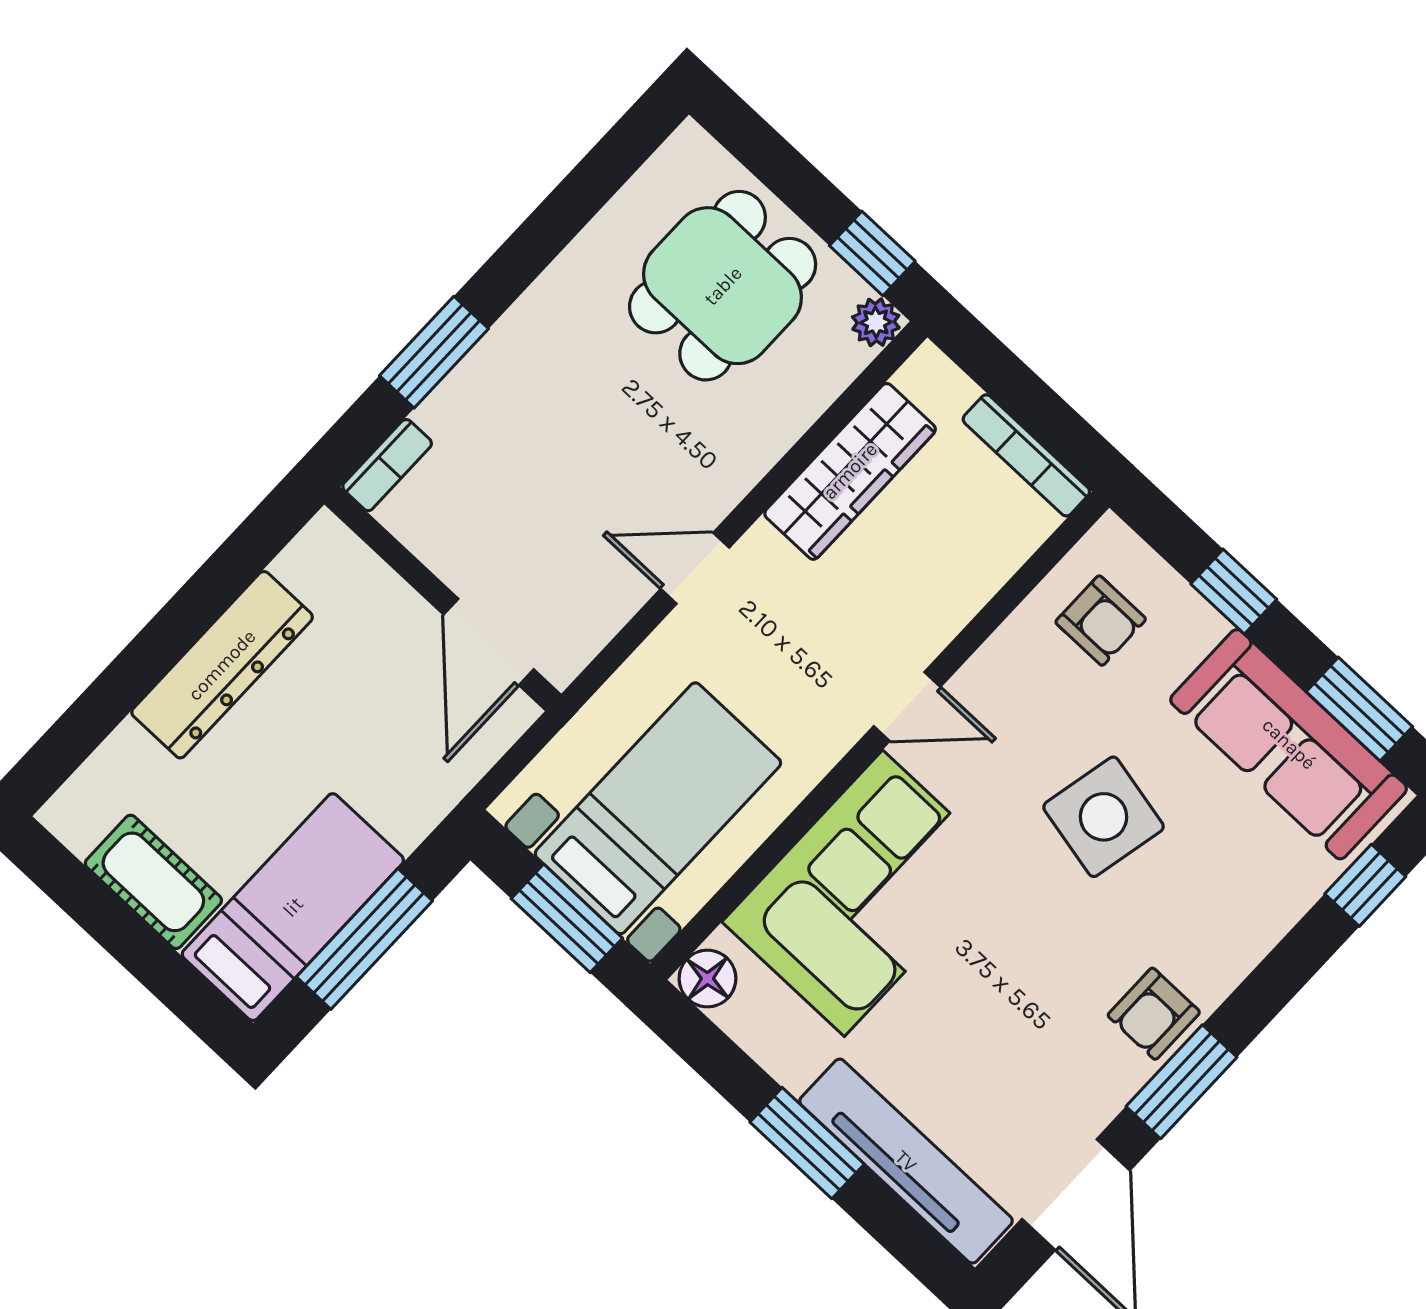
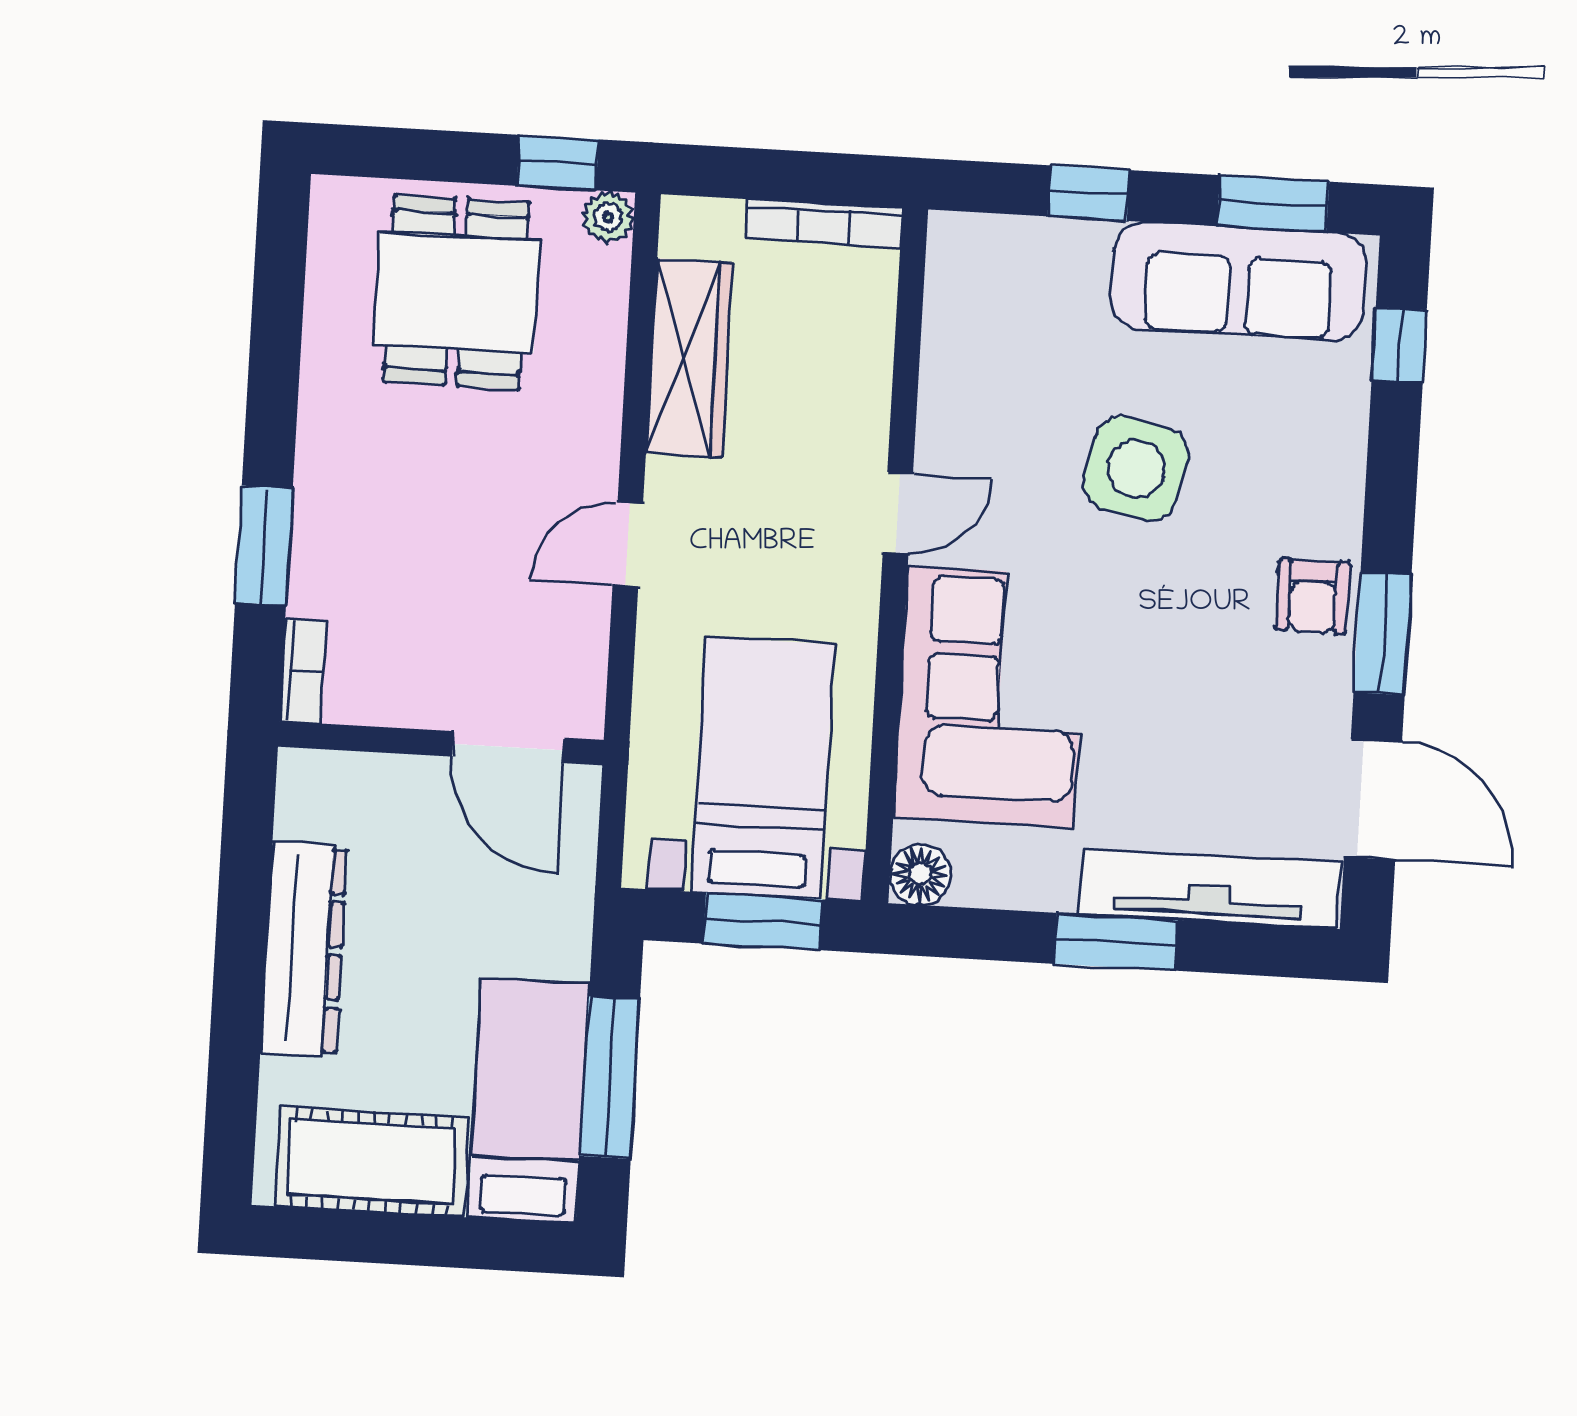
armchair: (1101, 621) -> (999, 309), removed
cot: (153, 882) -> (372, 1162), width x1.37, depth x1.34

